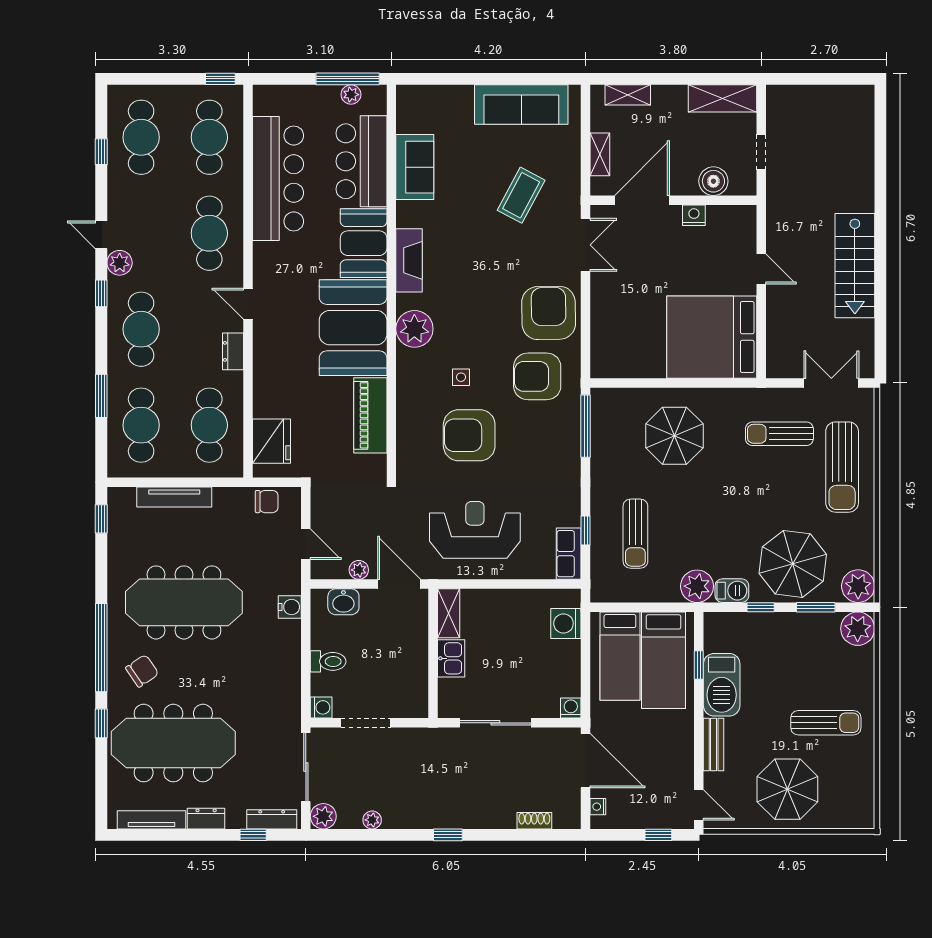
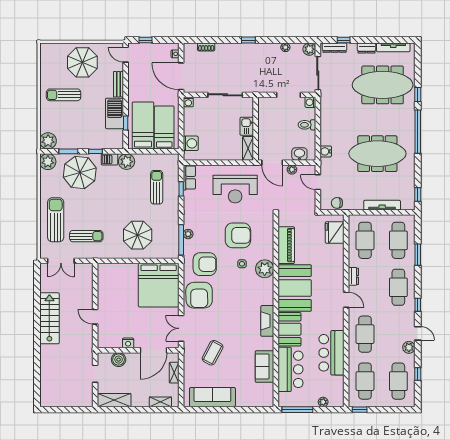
plant: (351, 95) -> (323, 402), moved
bar counter: (278, 178) -> (331, 353), width x0.73
plant: (120, 263) -> (409, 347), moved
plant: (414, 329) -> (265, 269), moved
bed: (712, 337) -> (159, 285), moved, turned 90
plant: (571, 438) -> (188, 234), added
chair: (142, 671) -> (398, 120), removed

